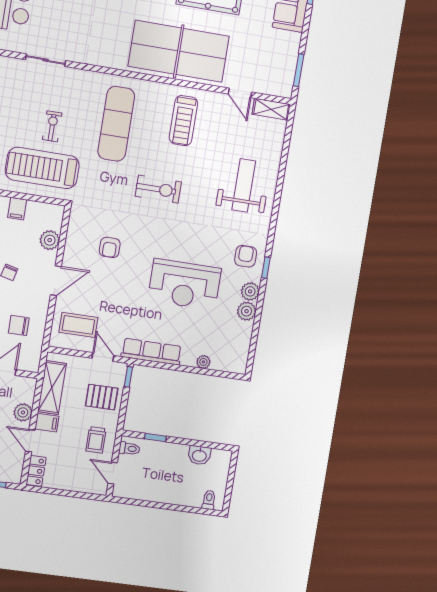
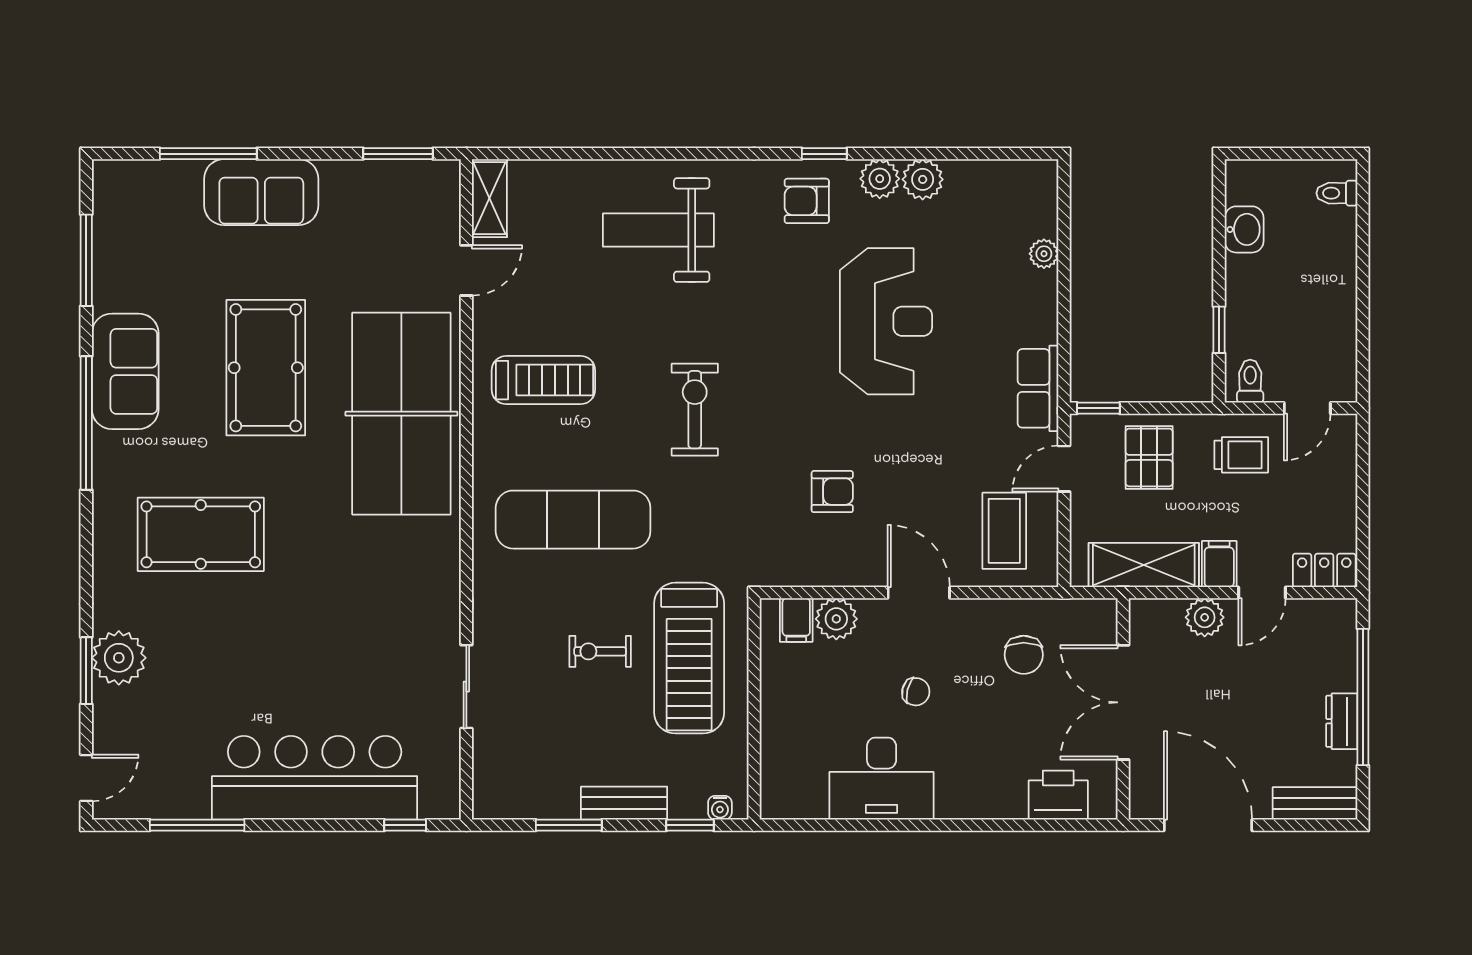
filing cabinet: (17, 209) -> (796, 620), moved, turned 90
row of seats: (151, 352) -> (1038, 388), width x0.68

